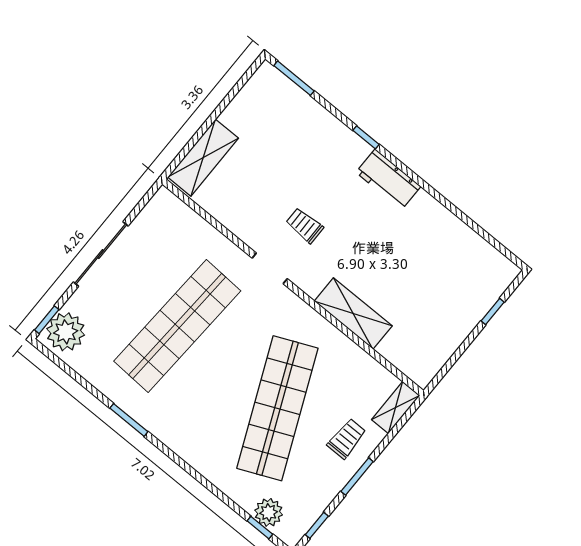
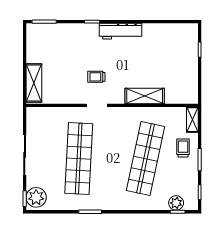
workbench: (388, 179) -> (121, 31), width x1.38
shop shelf: (277, 408) -> (146, 159), turned 36

